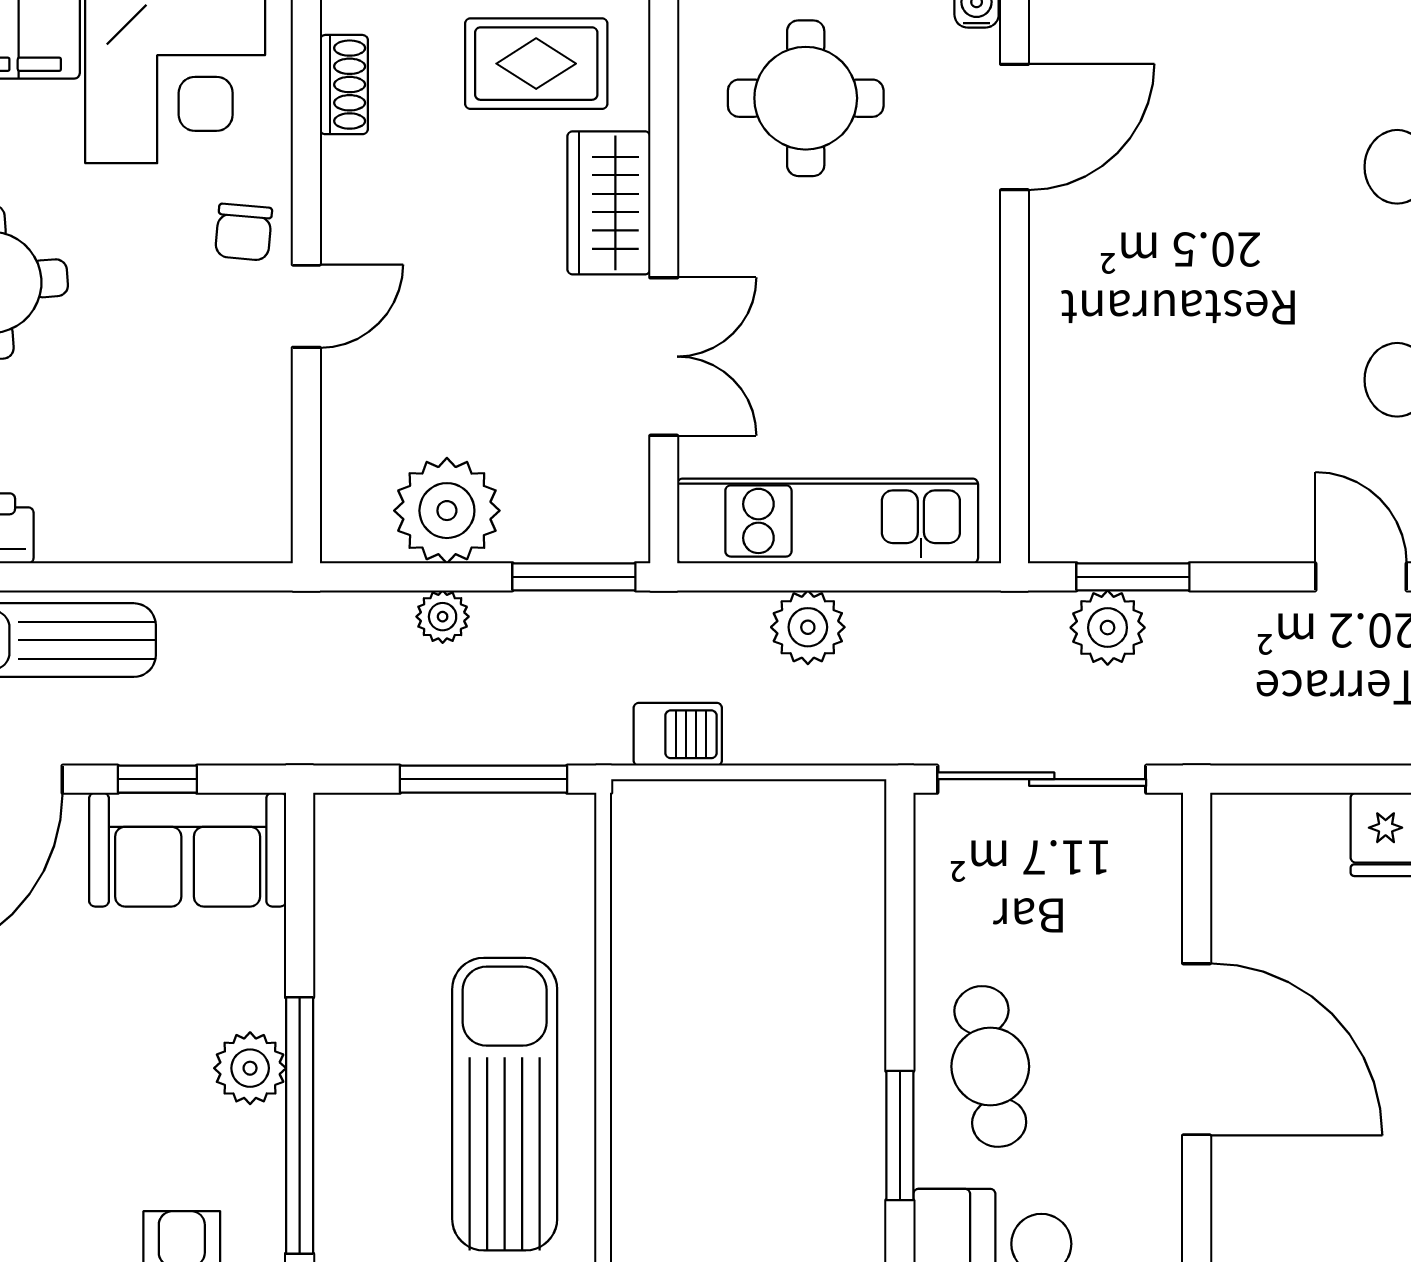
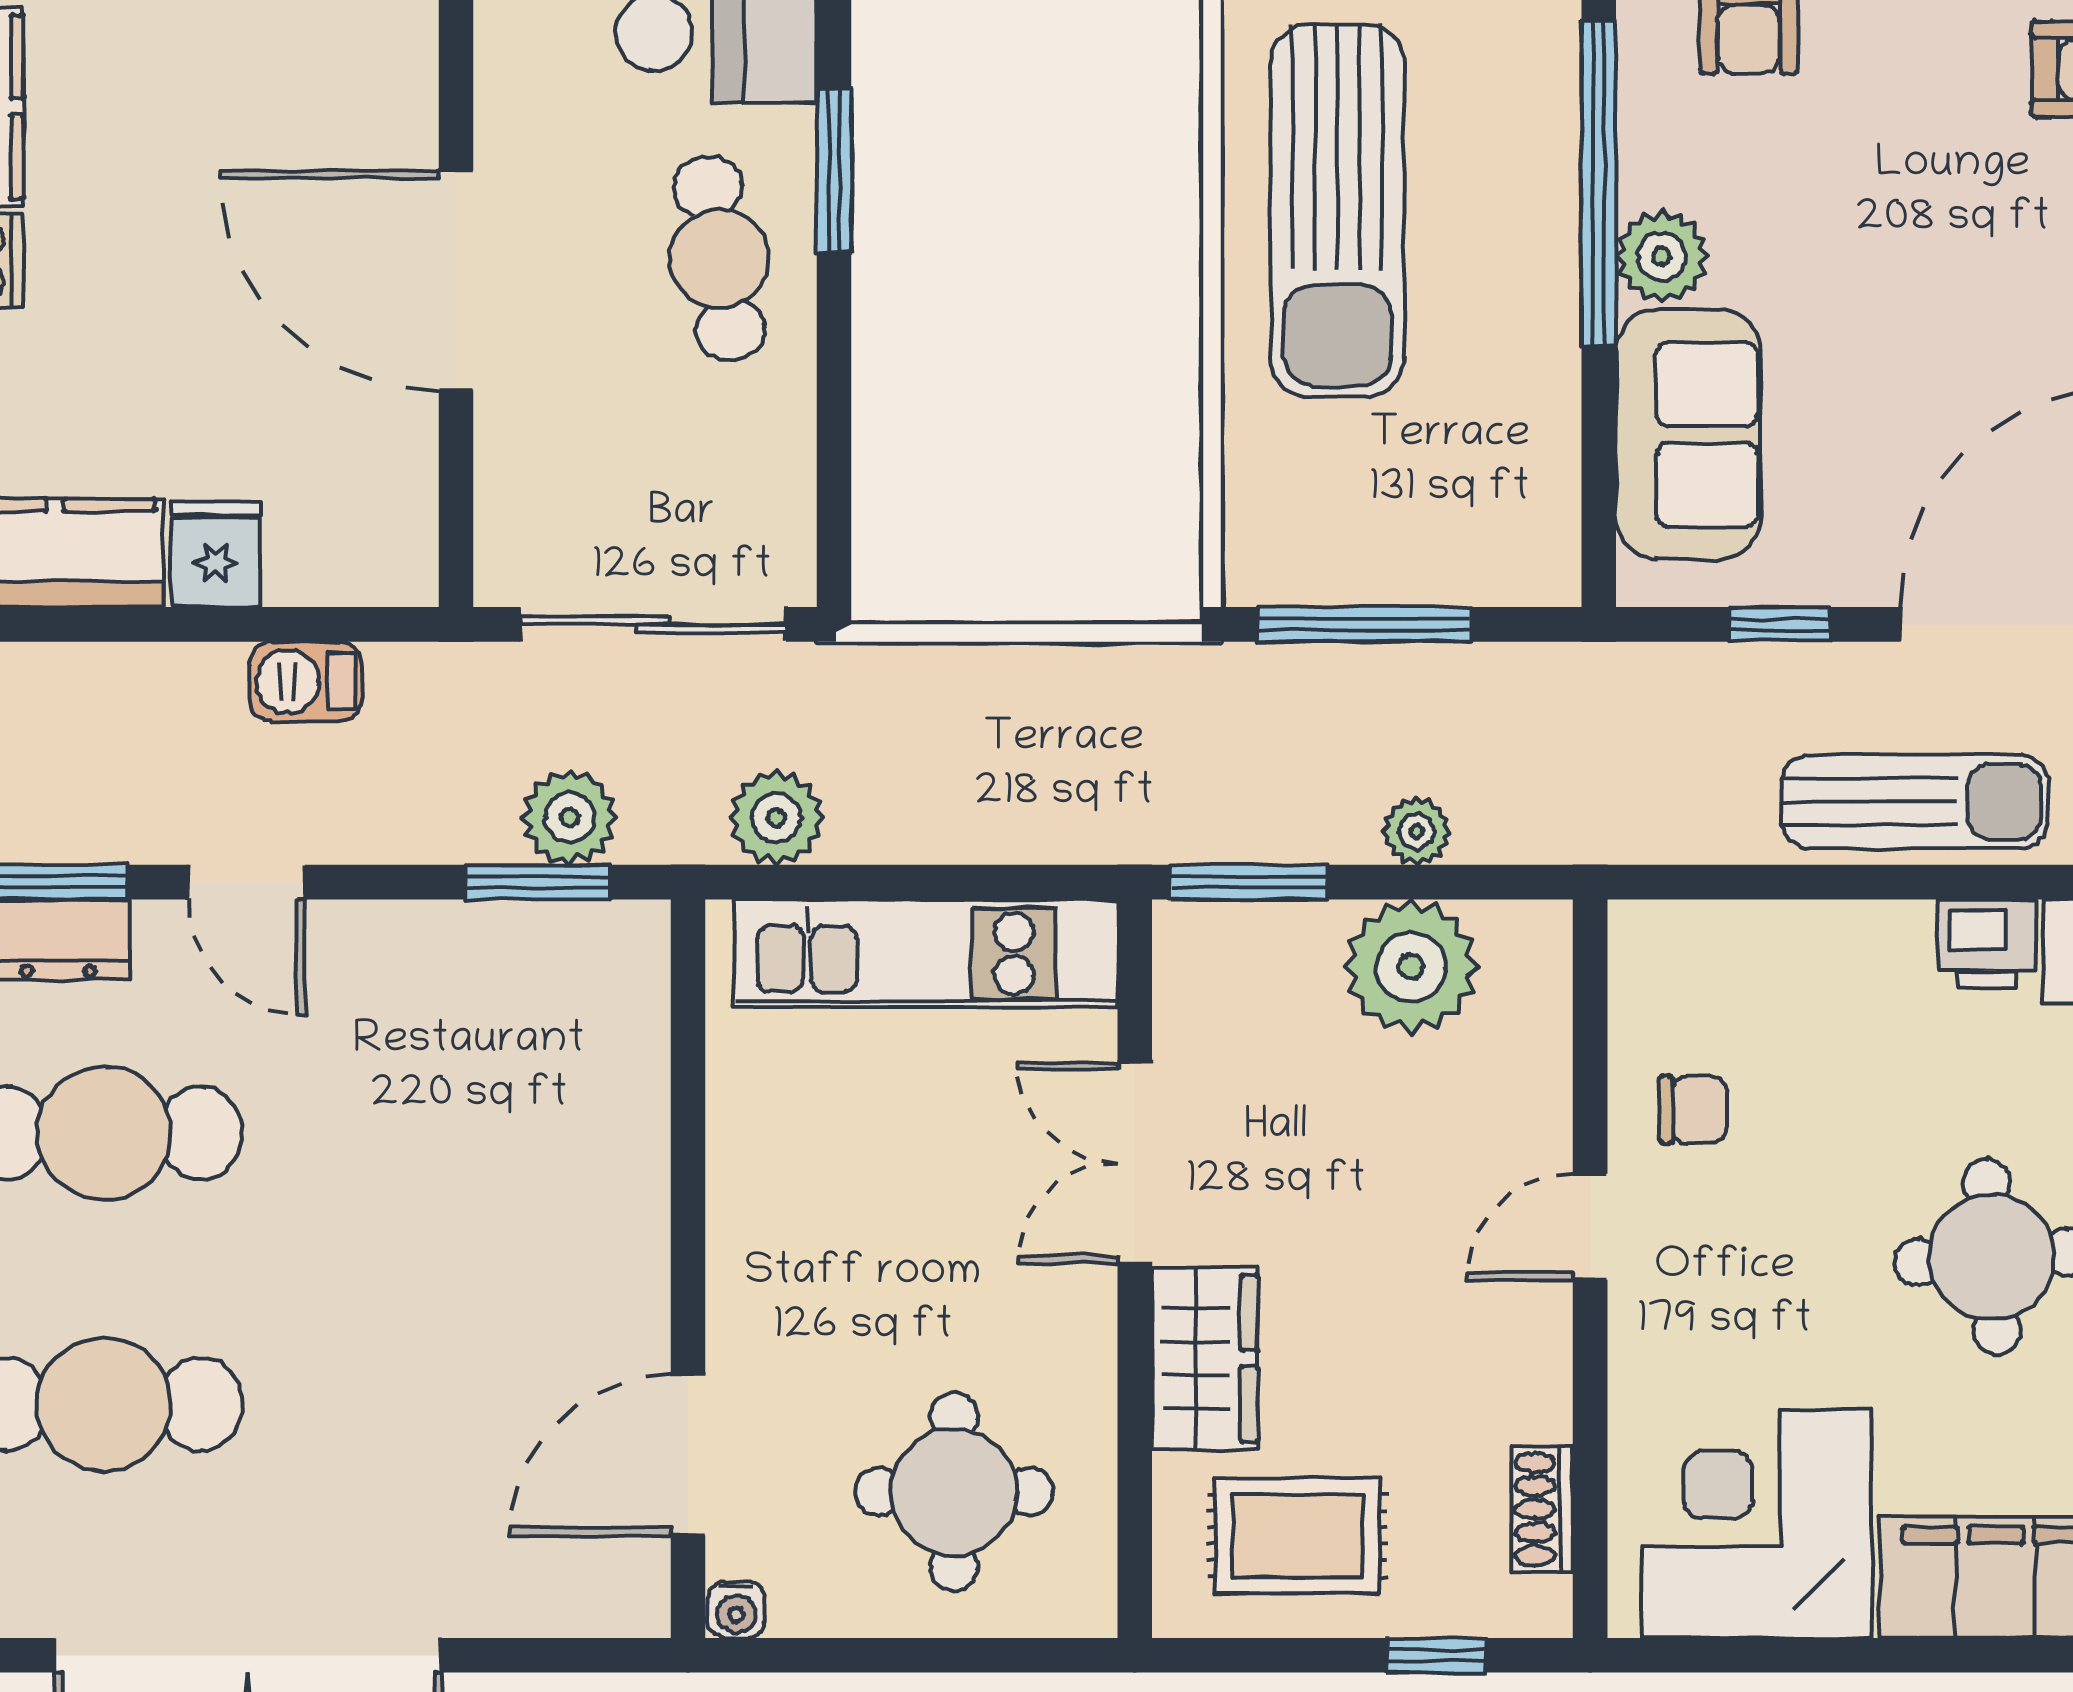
chair: (244, 232) -> (1693, 1110), moved, turned 85
plant: (808, 627) -> (776, 818), moved
barbecue: (678, 734) -> (306, 682), moved
sofa: (188, 850) -> (1688, 434), moved, turned 90

